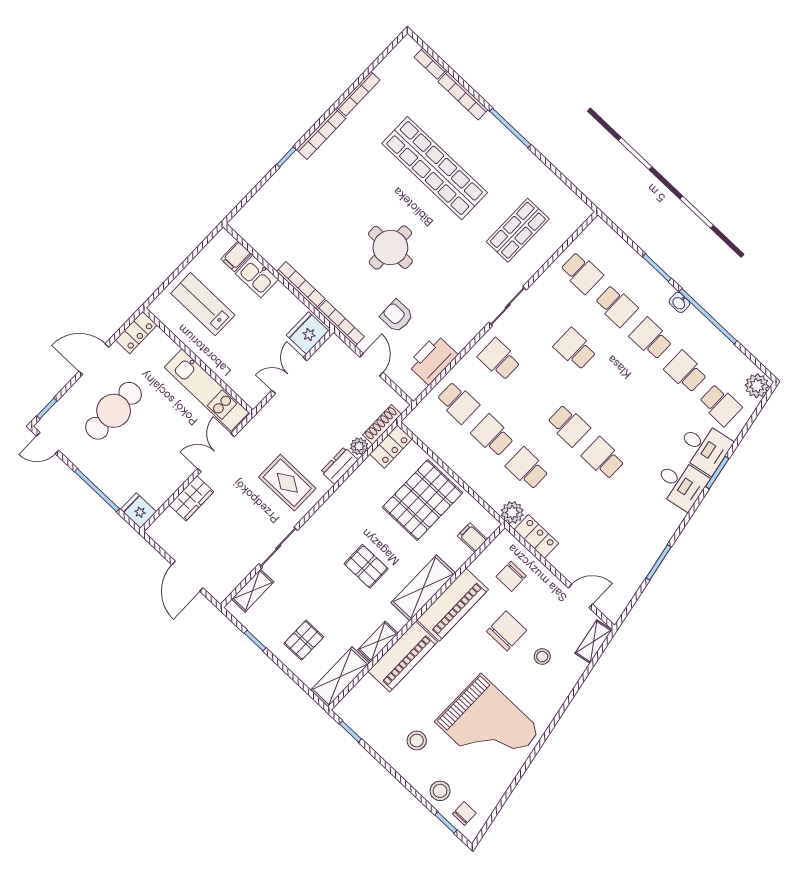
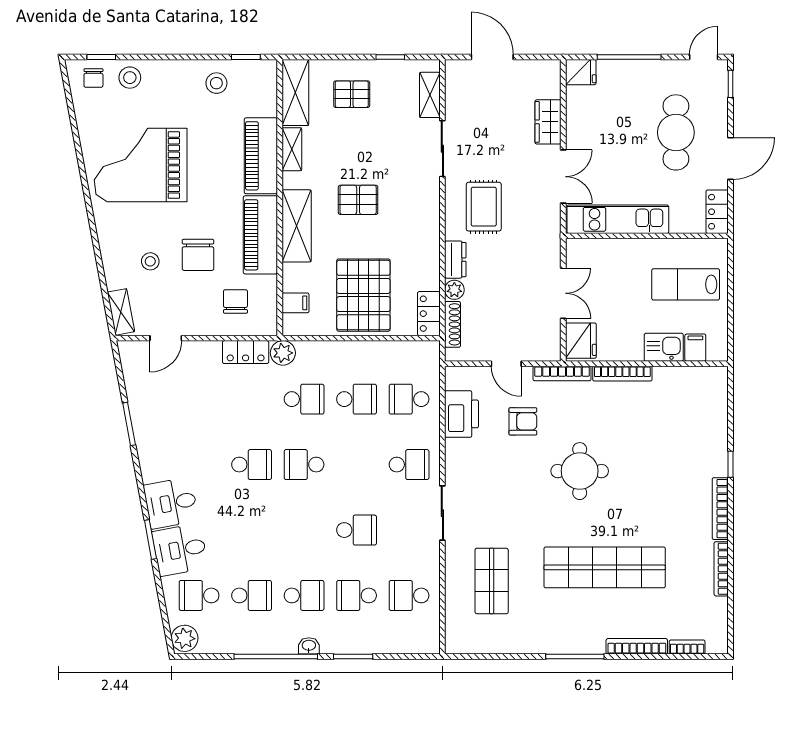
lab bench: (203, 304) -> (686, 284), turned 180
rug: (287, 483) -> (484, 207), turned 90
pallet: (304, 640) -> (352, 94), turned 90
stool: (417, 741) -> (216, 83), moved

